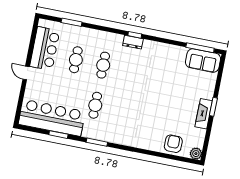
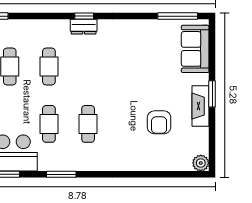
sofa: (203, 61) -> (195, 49), moved, turned 90
cafe table: (123, 111) -> (88, 124), added
armchair: (173, 144) -> (159, 122), moved, turned 180

